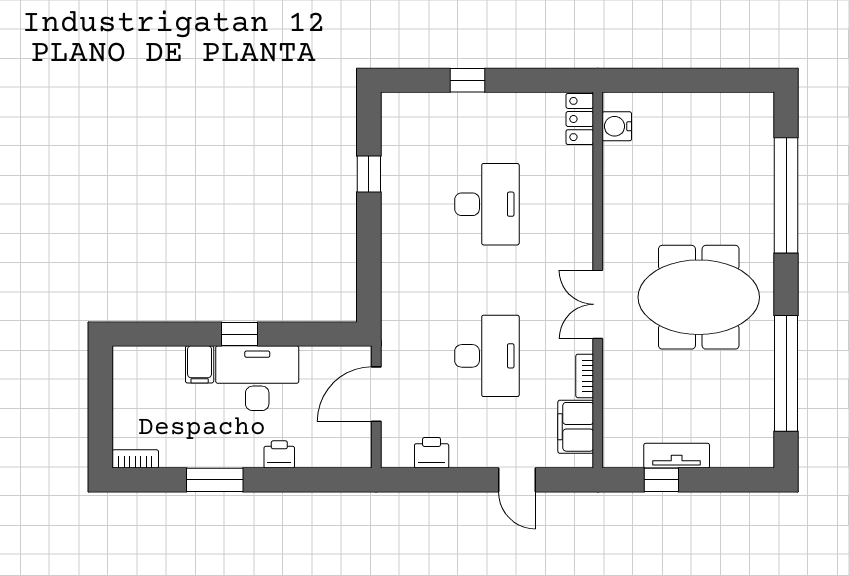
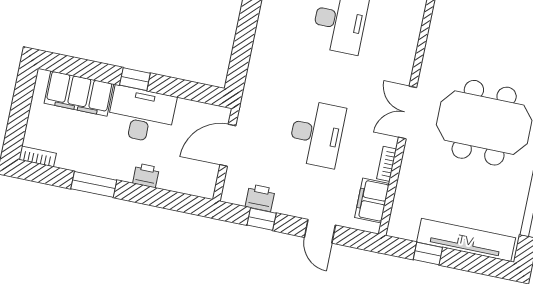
filing cabinet: (200, 364) -> (79, 94), width x3.00, depth x1.17
tv unit: (677, 456) -> (466, 240), width x1.92, depth x1.29
window: (439, 480) -> (262, 219), added

